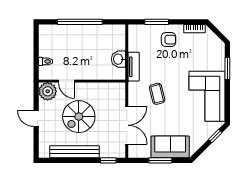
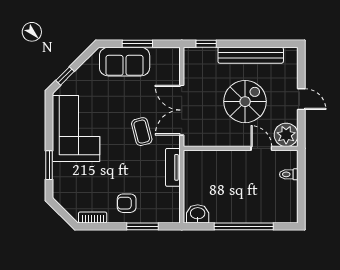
washbasin: (118, 59) -> (198, 214), moved, turned -90
double door: (127, 125) -> (182, 110), moved

